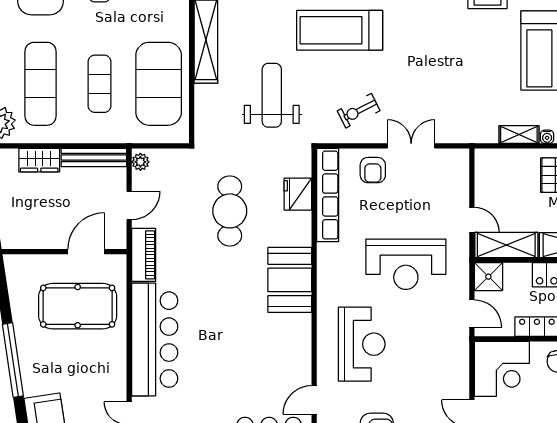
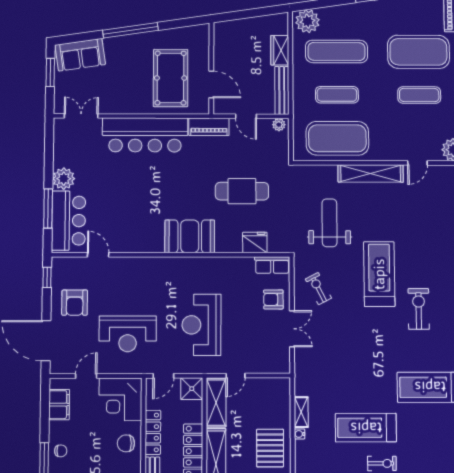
weight bench: (272, 95) -> (330, 223), turned -90
row of seats: (328, 195) -> (272, 265), width x0.50
reception desk: (362, 344) -> (128, 334), moved

